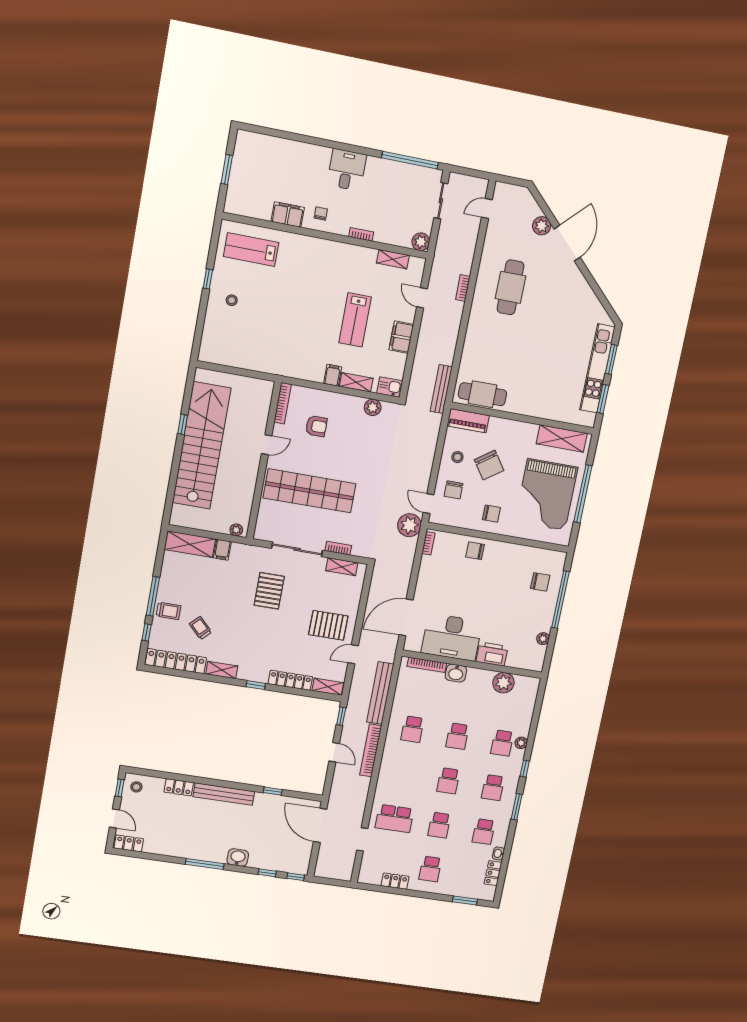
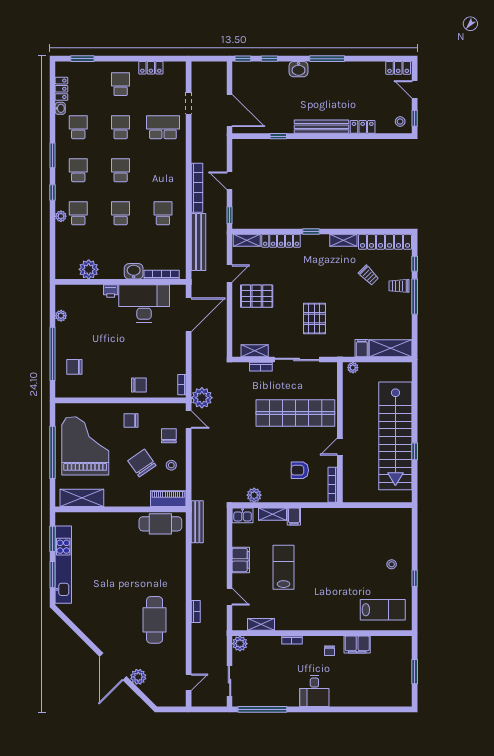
printer: (492, 654) -> (111, 291), width x0.53, depth x0.68

